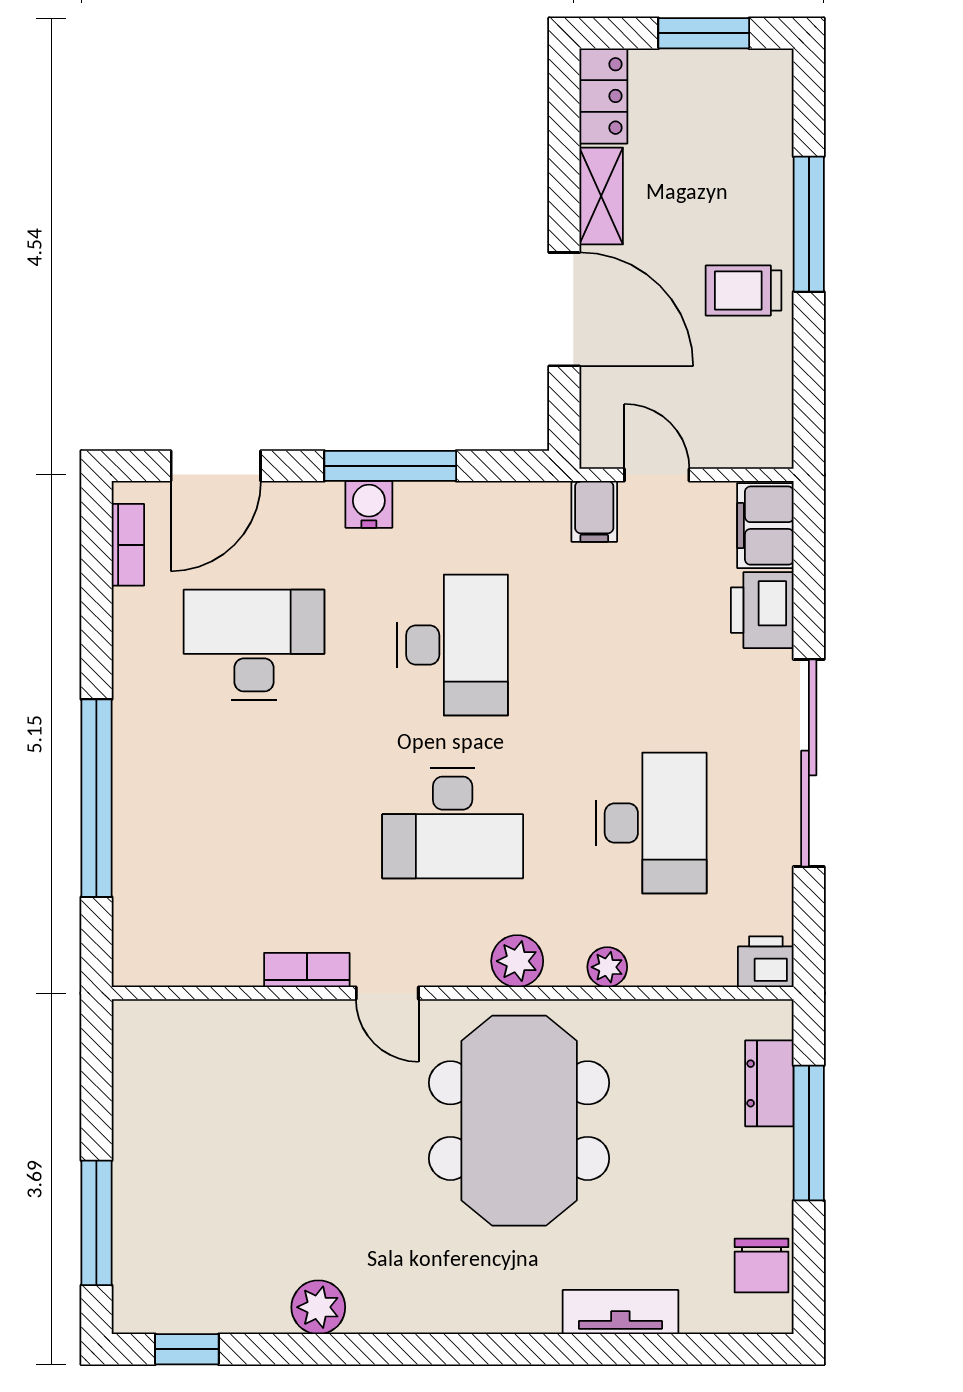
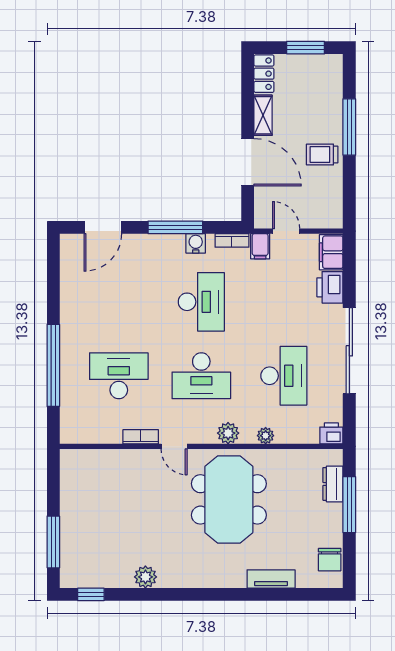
water cooler: (369, 504) -> (196, 243), moved
bookcase: (128, 545) -> (232, 240), moved, turned 90
desk: (254, 645) -> (119, 376), moved

